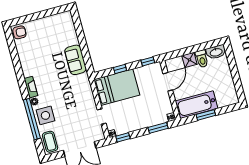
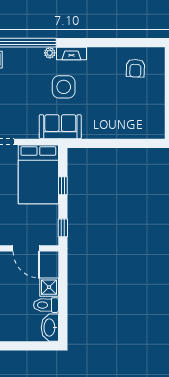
armchair: (19, 32) -> (135, 68), moved
sofa: (75, 60) -> (60, 127), moved
side table: (45, 115) -> (64, 87), moved

